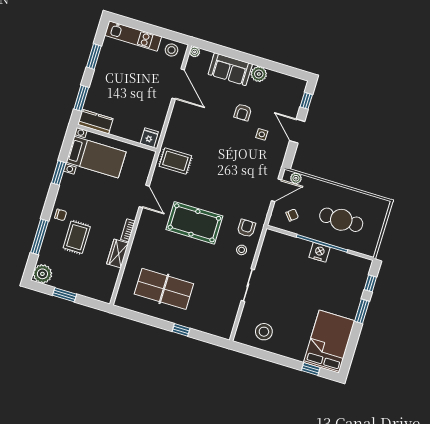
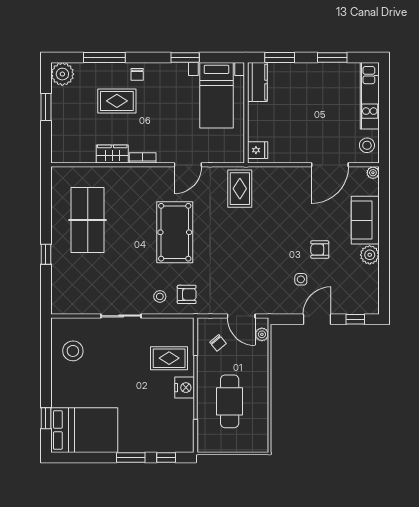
rug: (293, 257) -> (169, 358), added

